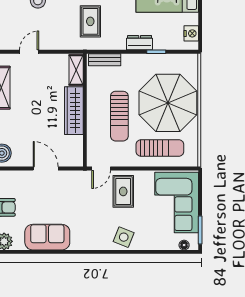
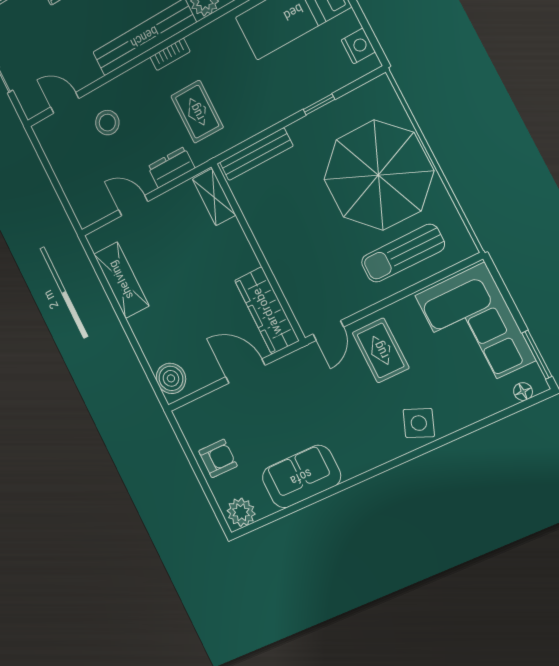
dresser: (140, 43) -> (171, 167), moved
door: (29, 52) -> (133, 206), hinge flipped
bench: (105, 60) -> (256, 154), width x1.36
wardrobe: (74, 111) -> (267, 311), moved
sun lounger: (119, 116) -> (314, 234), removed
sun lounger: (160, 148) -> (403, 253), turned 180

